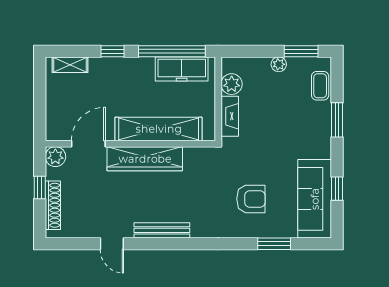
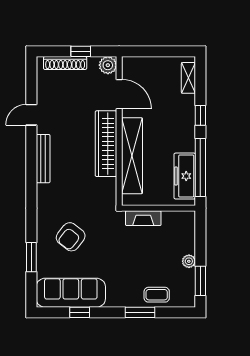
plant: (232, 84) -> (172, 220), removed
coffee table: (320, 86) -> (157, 295), moved
armchair: (251, 199) -> (71, 237), turned 38

